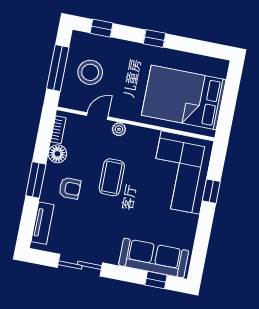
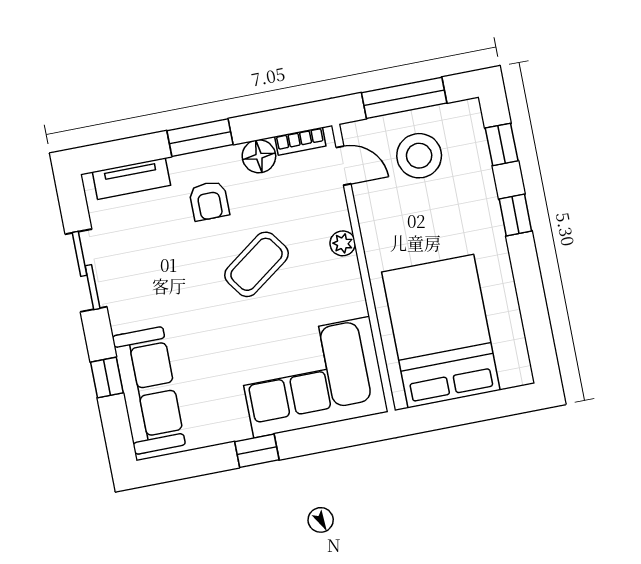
window: (154, 38) -> (515, 215), moved
door: (97, 116) -> (344, 166), moved
coffee table: (112, 177) -> (256, 264), turned -36
window: (211, 191) -> (257, 451), moved
window: (156, 280) -> (107, 377), moved

